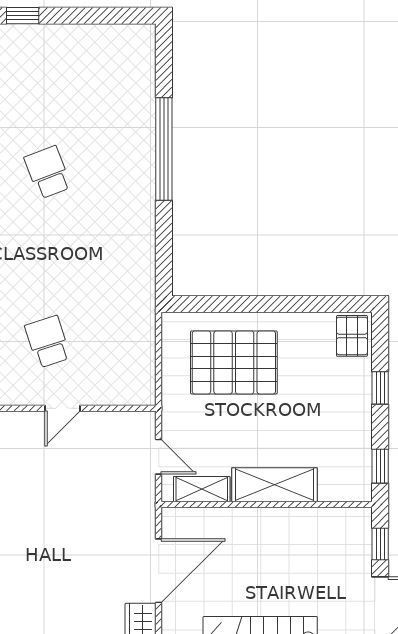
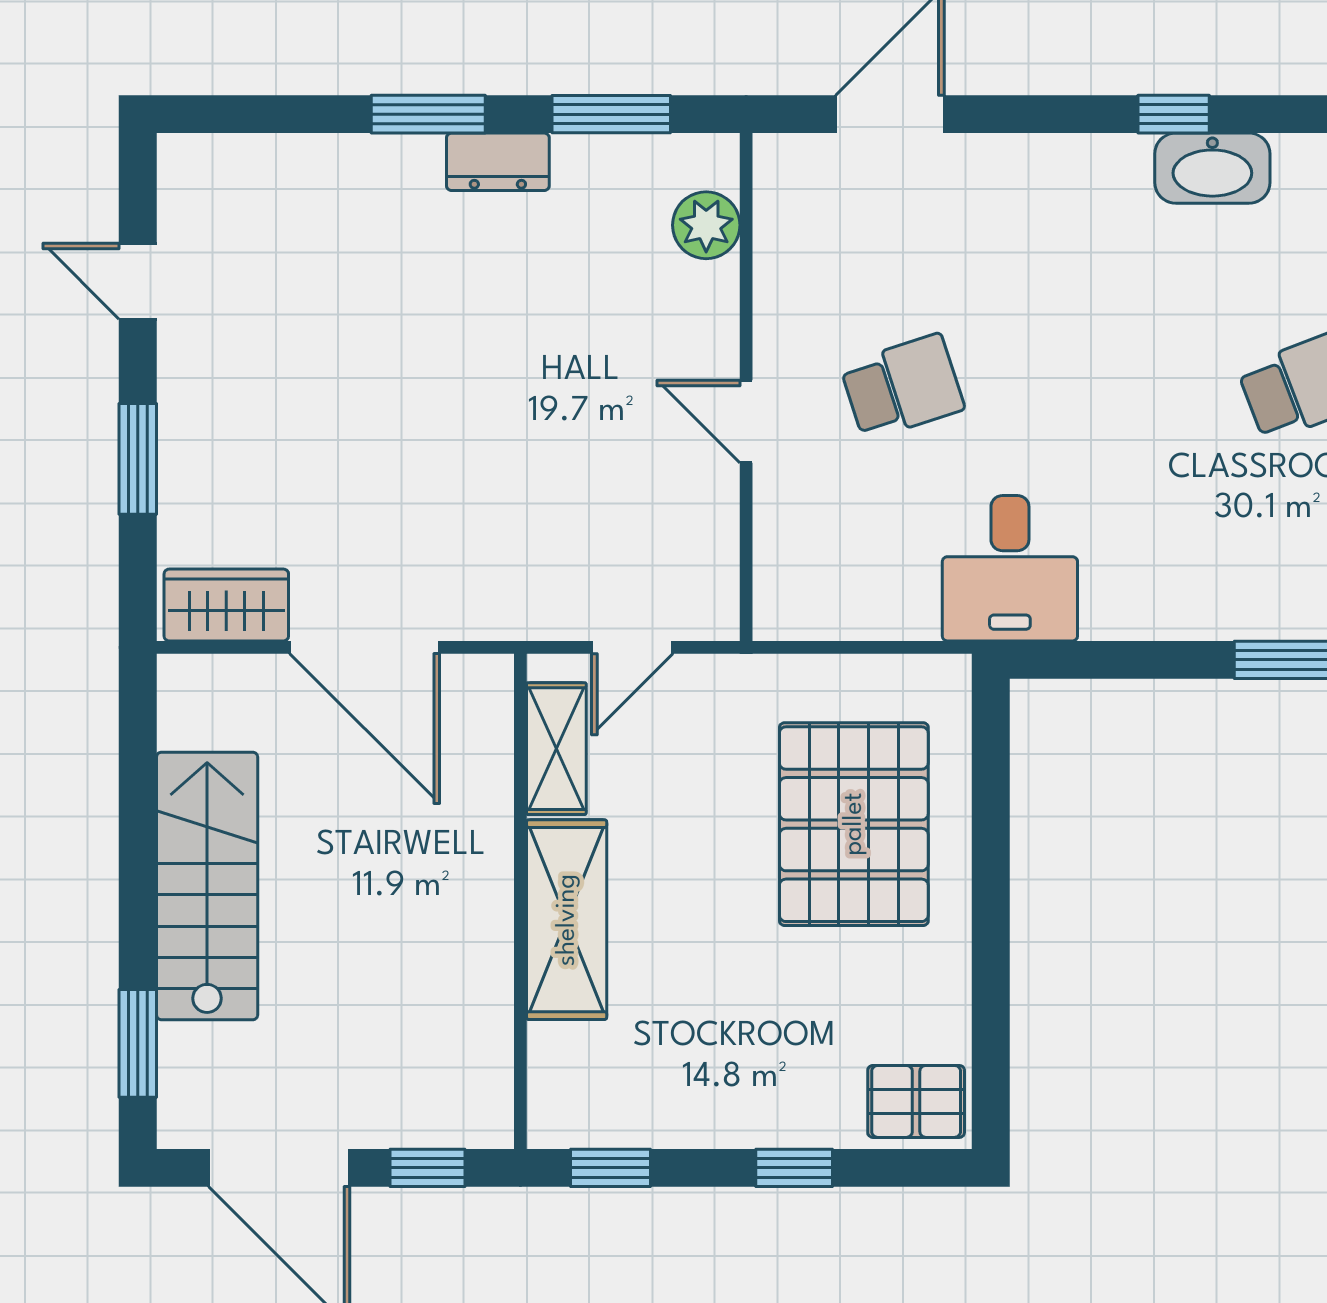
desk: (125, 296) -> (1010, 568), added

